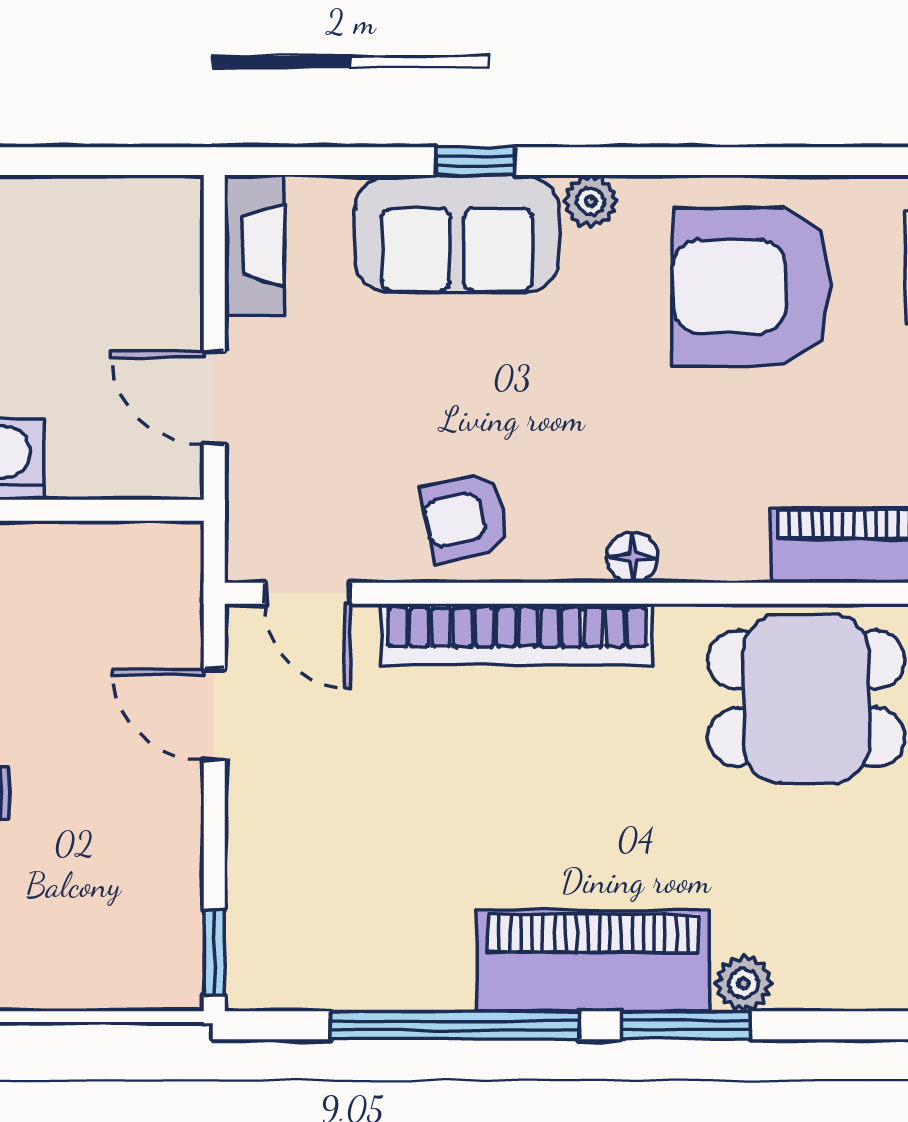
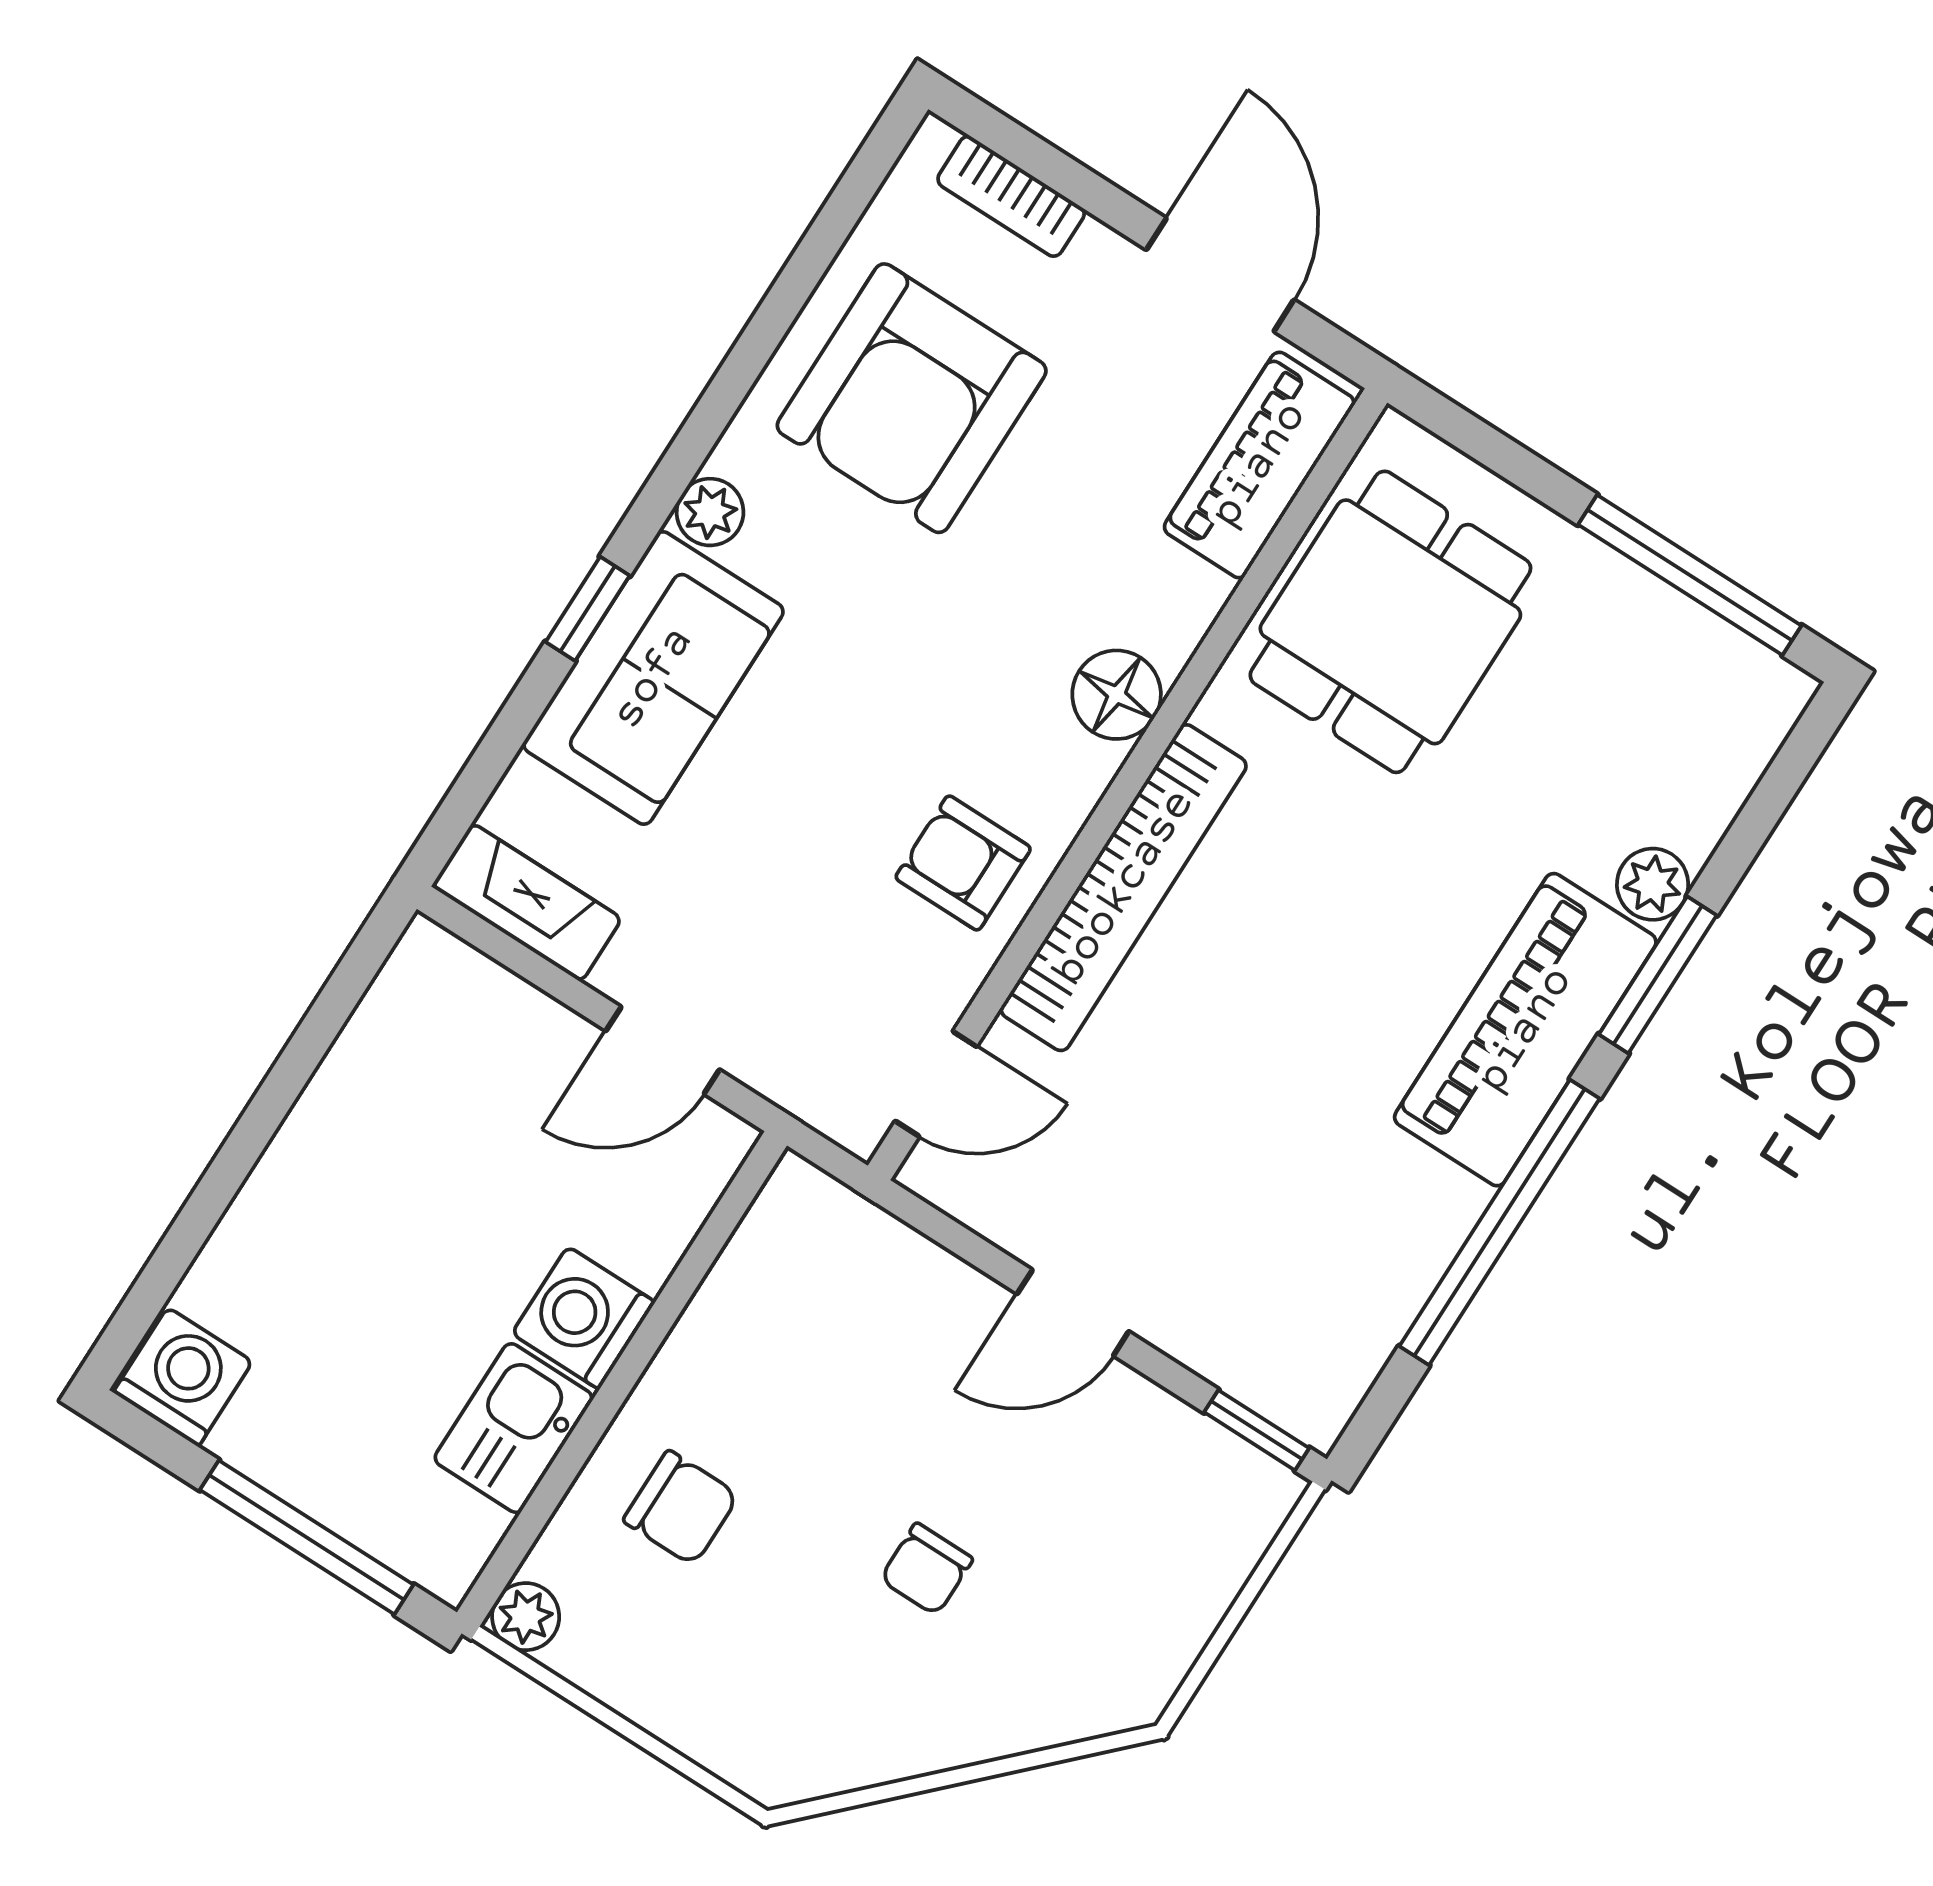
armchair: (466, 518) -> (963, 863), turned 102
floor lamp: (633, 557) -> (1117, 695), width x1.37, depth x1.37
door: (214, 715) -> (1073, 1313), moved

